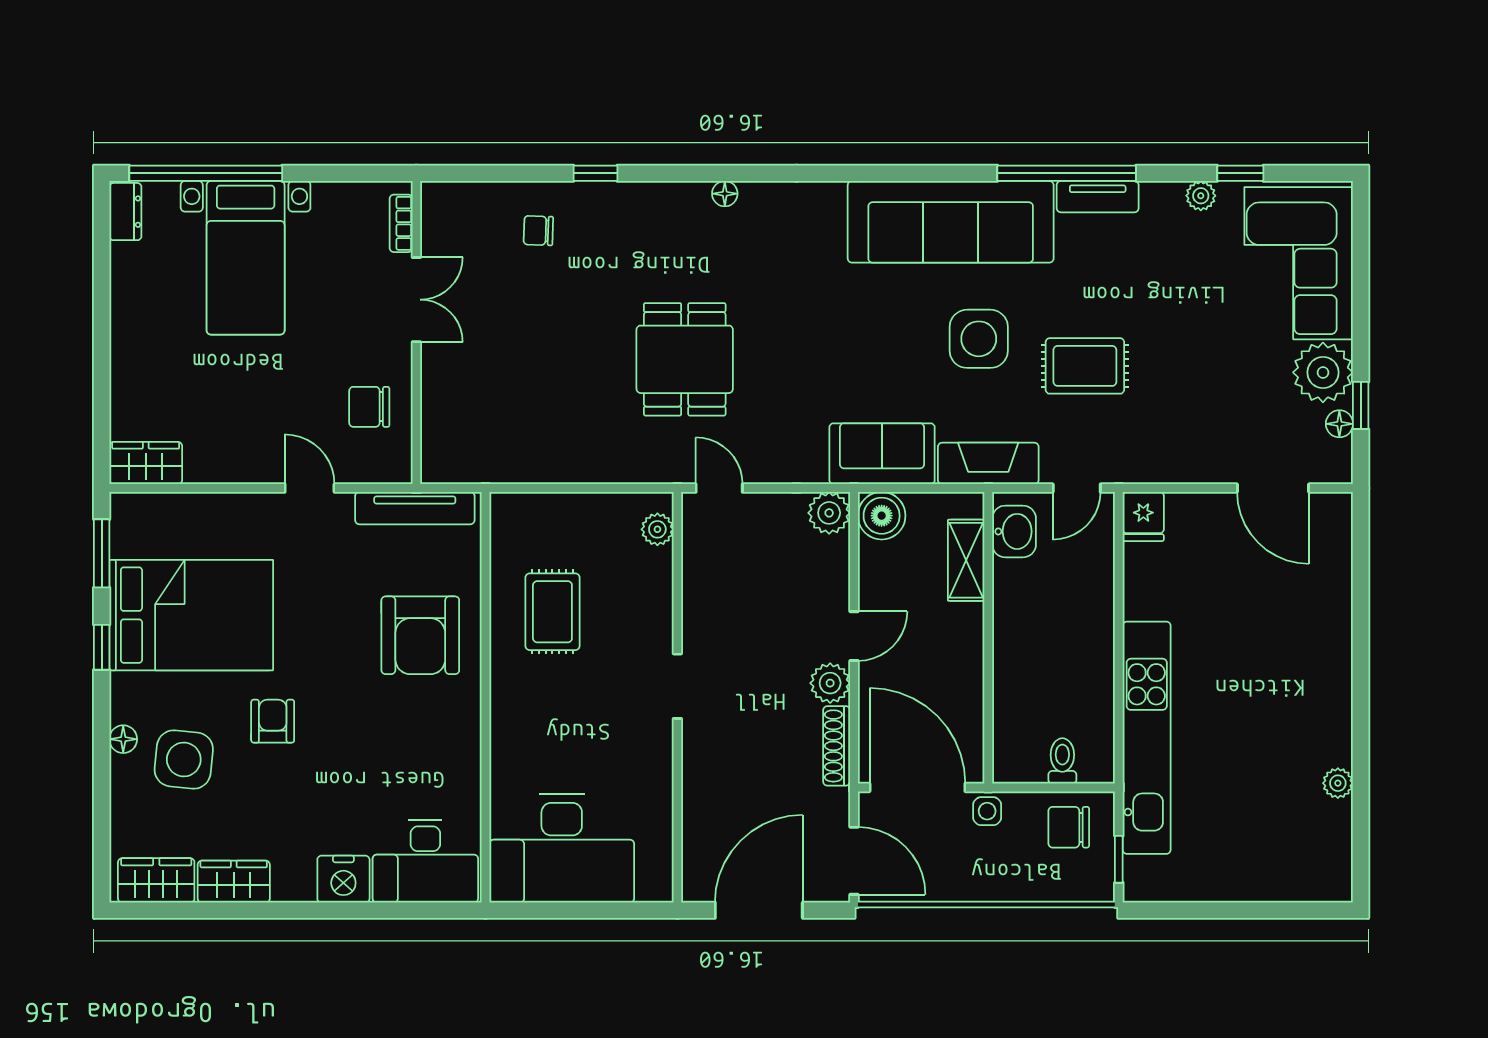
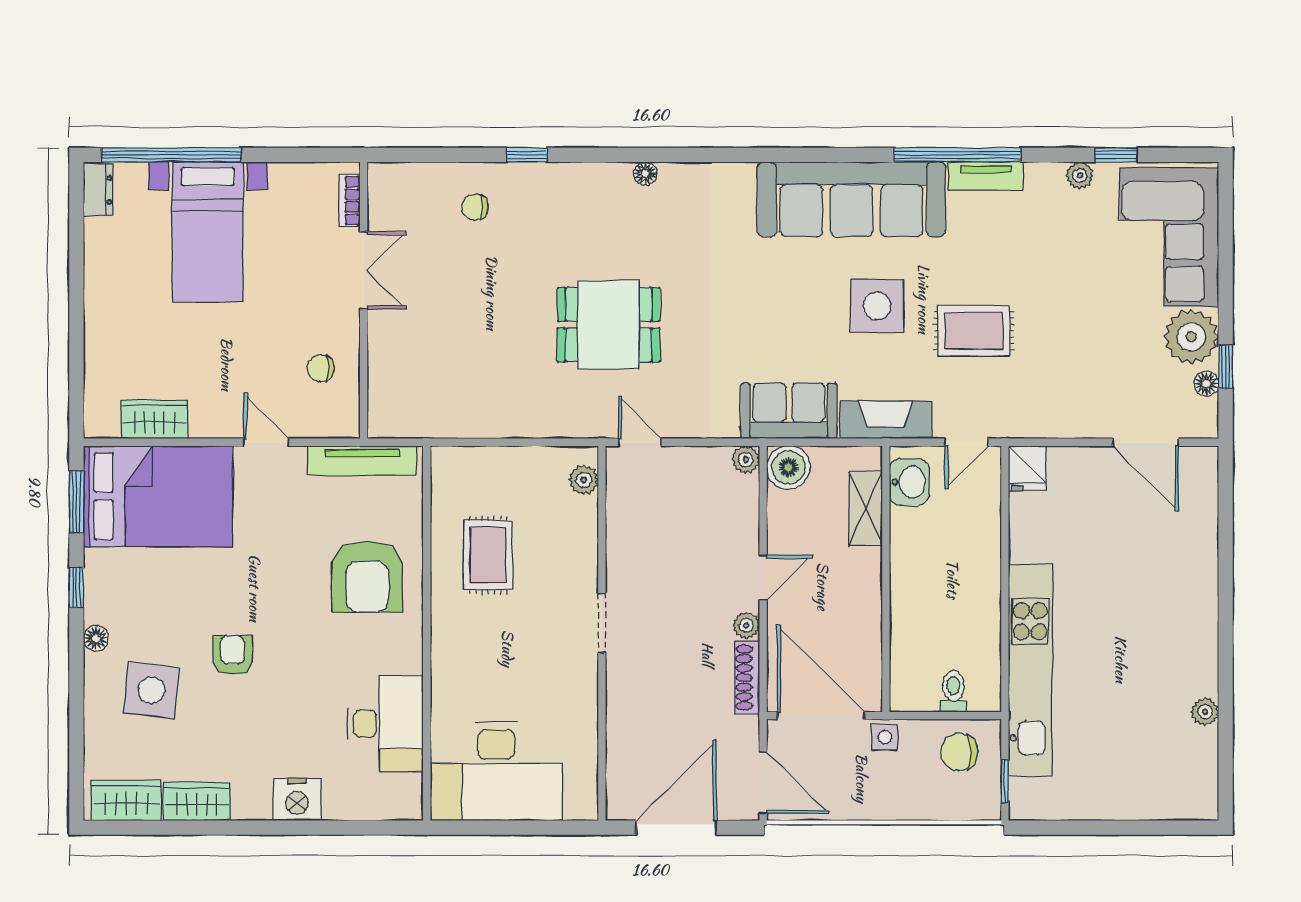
dining table: (685, 359) -> (609, 325), turned 90
chair: (369, 407) -> (321, 368), width x0.73, depth x0.73
wardrobe: (146, 463) -> (155, 419), moved
plant: (829, 513) -> (746, 460), width x0.73, depth x0.73
bed: (191, 615) -> (158, 496), moved
plant: (830, 683) -> (746, 625), width x0.73, depth x0.73
floor lamp: (123, 739) -> (96, 638), moved
desk: (425, 861) -> (385, 724), moved, turned -90

